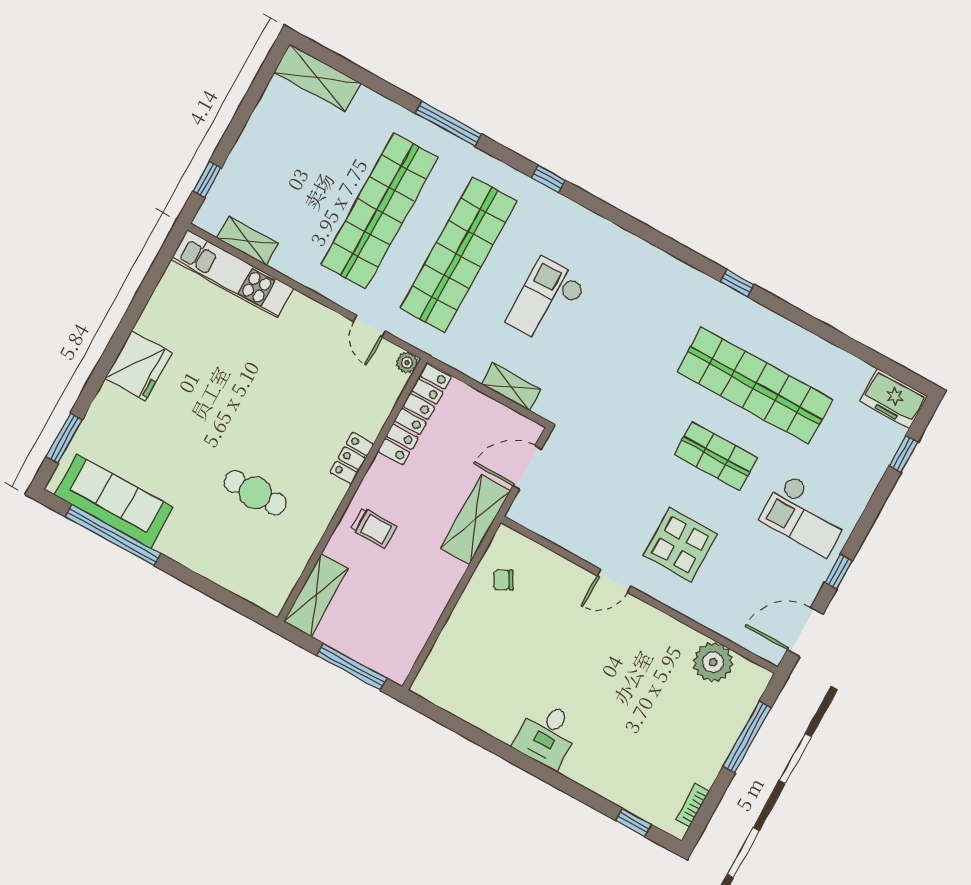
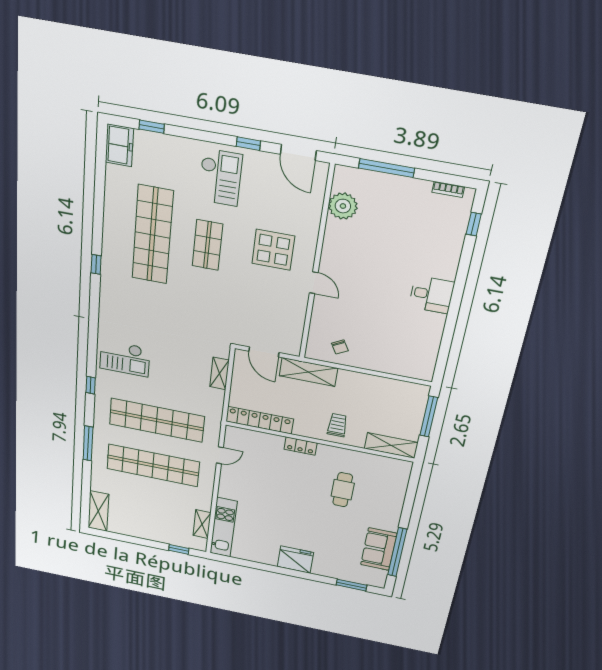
checkout: (546, 301) -> (125, 358), moved
plant: (407, 363) -> (231, 431), removed
sofa: (114, 501) -> (379, 549), width x0.73

